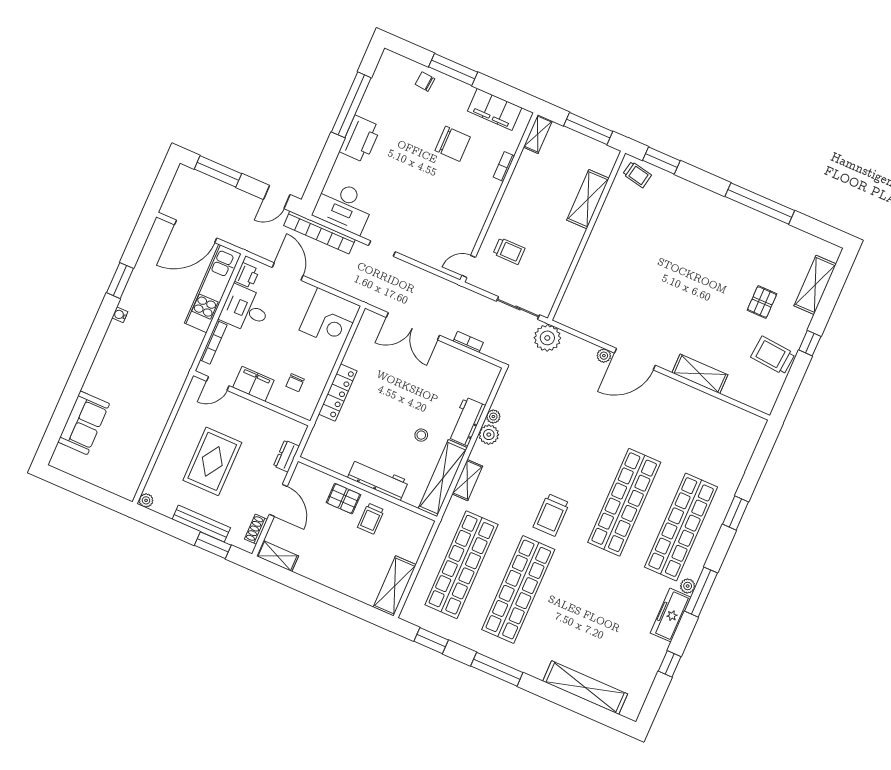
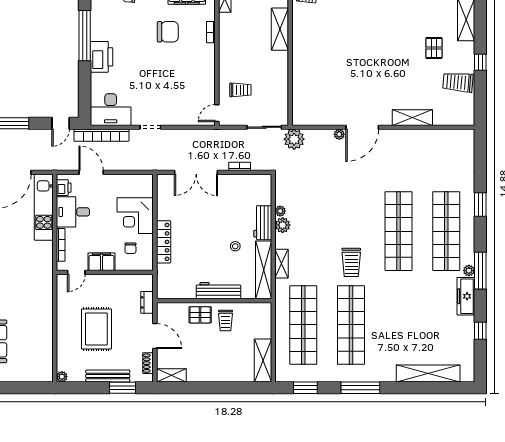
corner desk: (330, 318) -> (135, 216), moved, turned 90

